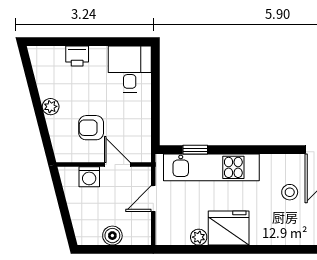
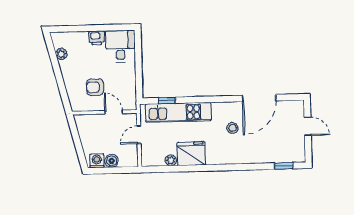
printer: (77, 56) -> (97, 38), moved
plant: (51, 107) -> (61, 54), moved
washing machine: (89, 177) -> (97, 161), moved, turned 180

